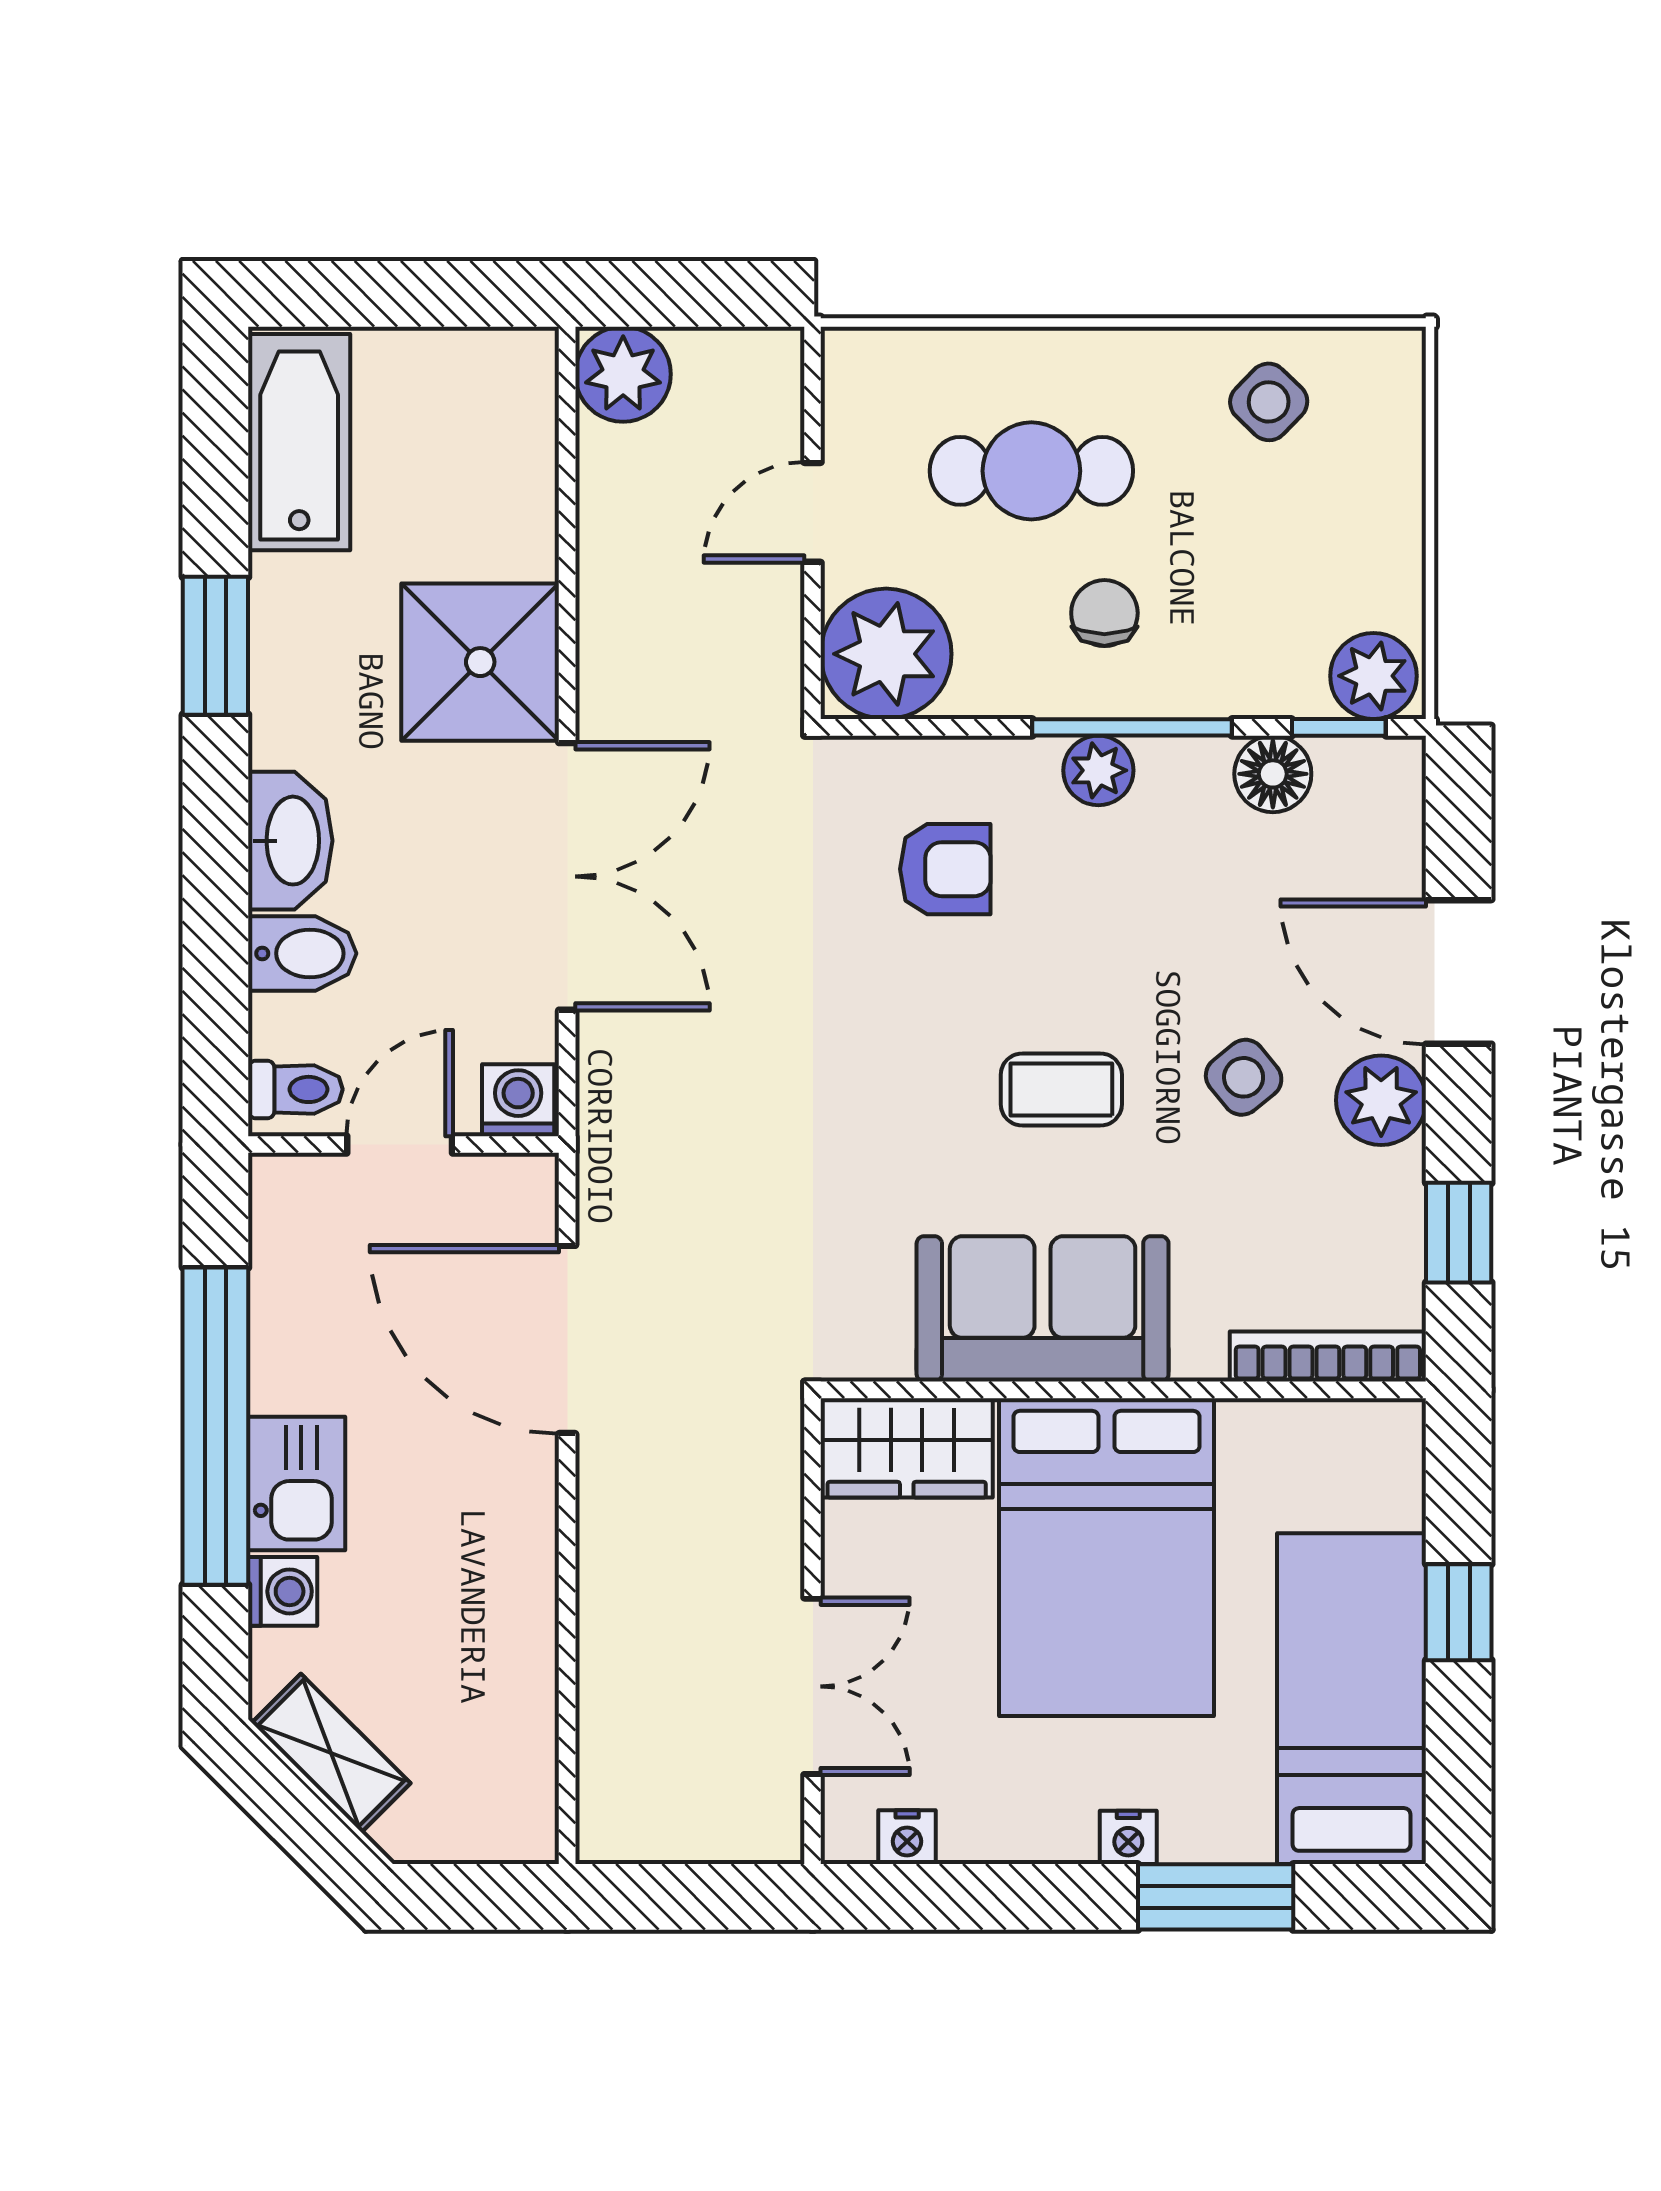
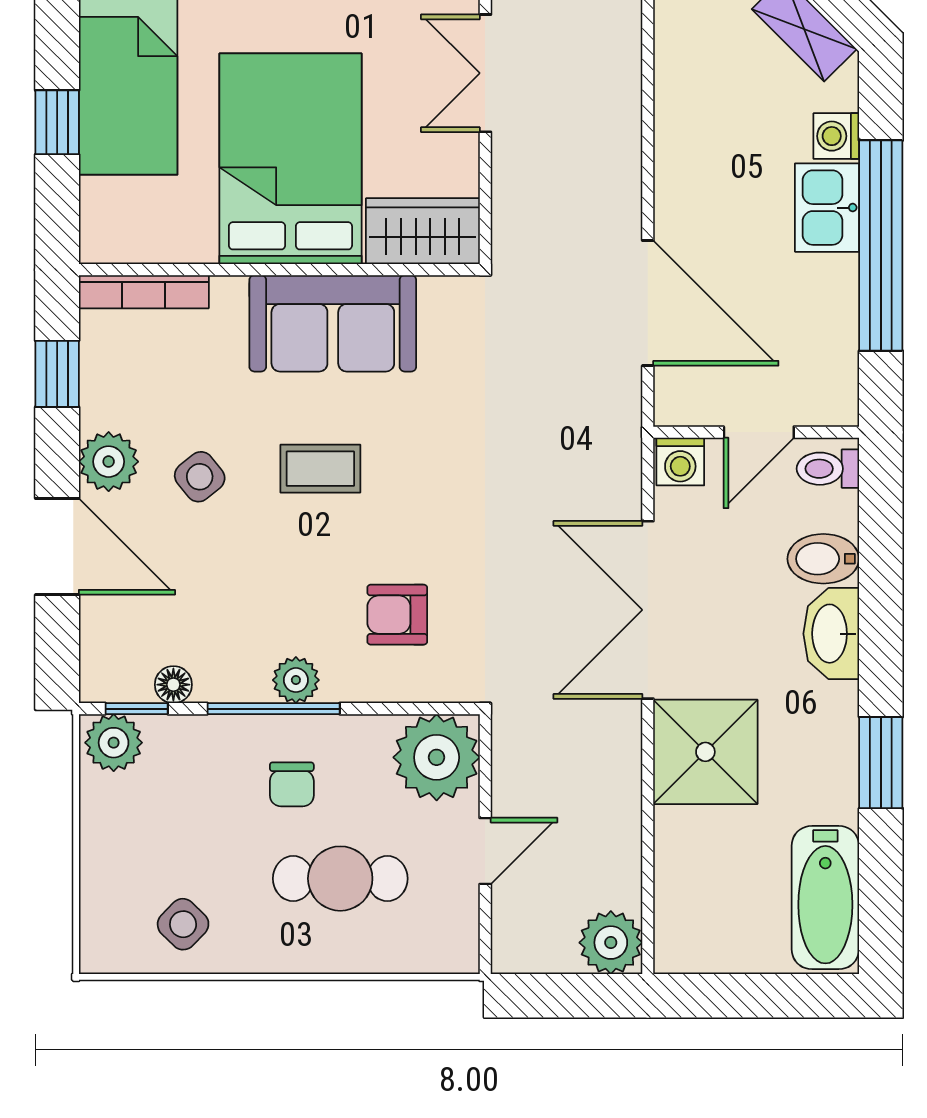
floor lamp: (1273, 774) -> (173, 685), width x0.73, depth x0.73

